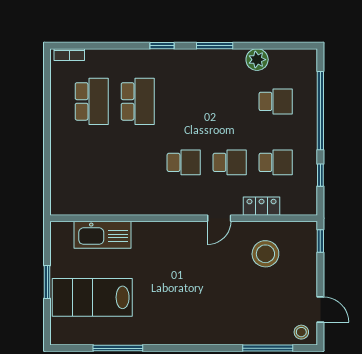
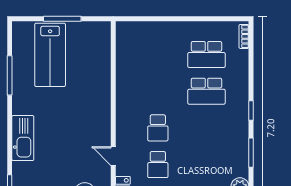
kitchen sink: (103, 235) -> (23, 138), moved, turned 180
window: (47, 282) -> (62, 19), width x1.44
lab bench: (92, 297) -> (50, 55), turned 180

